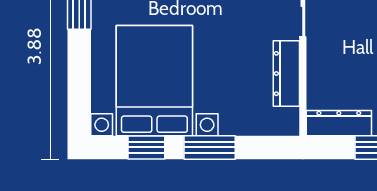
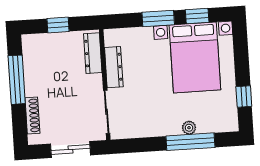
dresser: (339, 123) -> (93, 53), moved, turned 90

